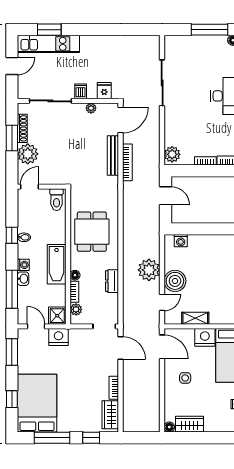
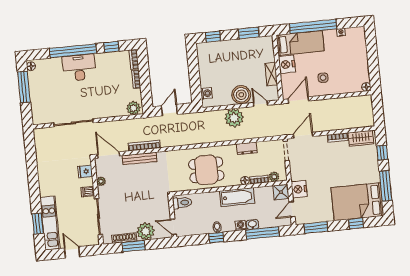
wardrobe: (190, 424) -> (362, 70), removed

